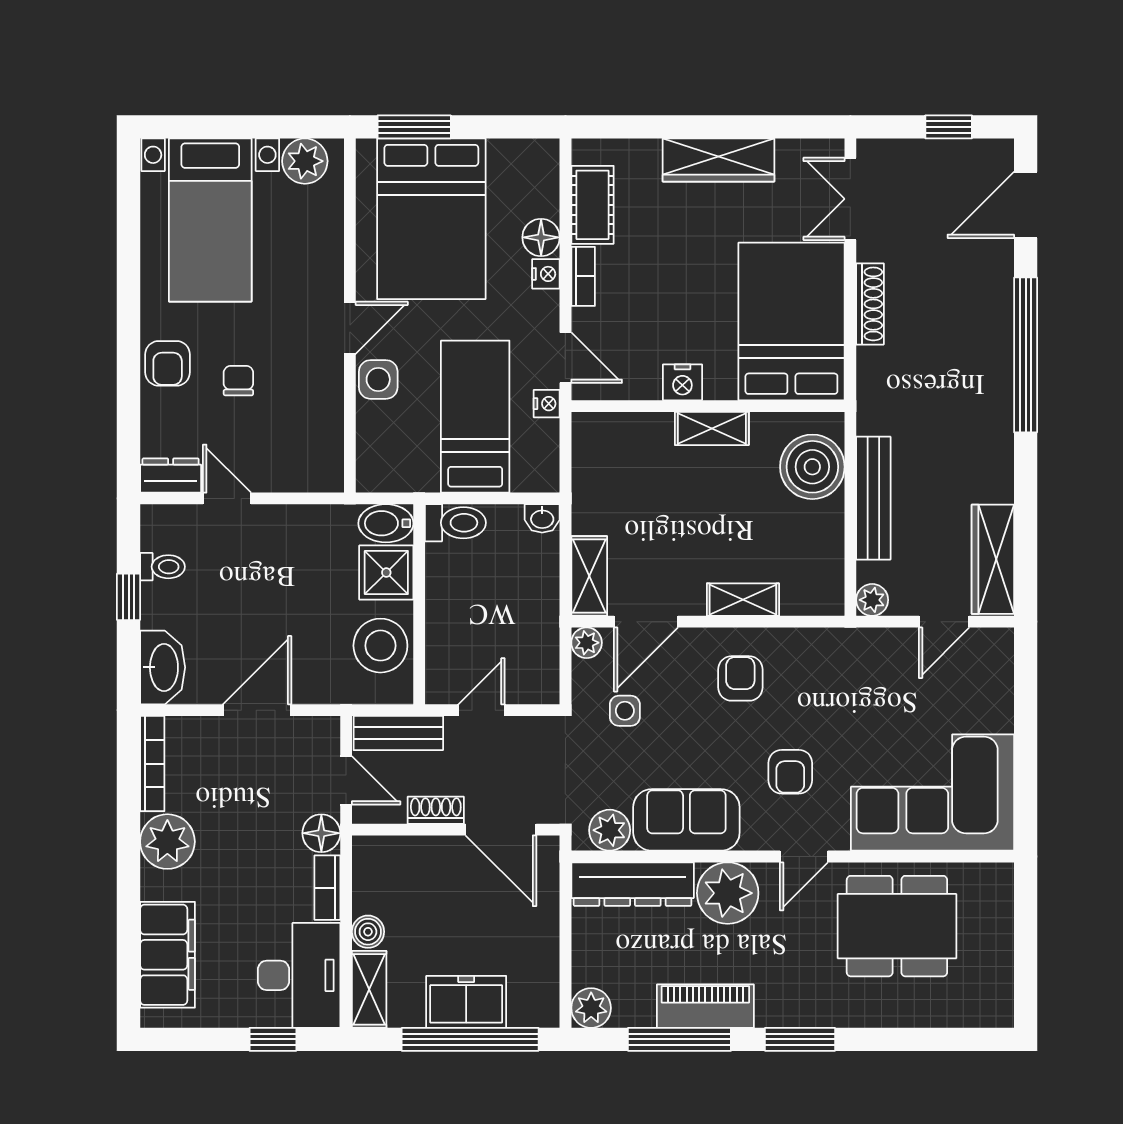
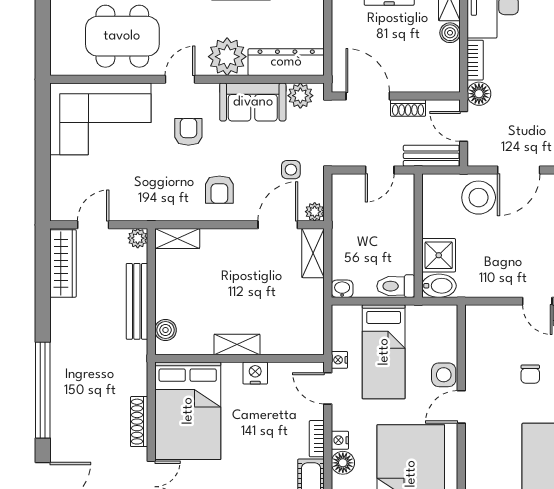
boiler: (812, 467) -> (166, 330), width x0.54, depth x0.54
shelving: (743, 600) -> (177, 238), moved
stool: (380, 646) -> (479, 198), moved

